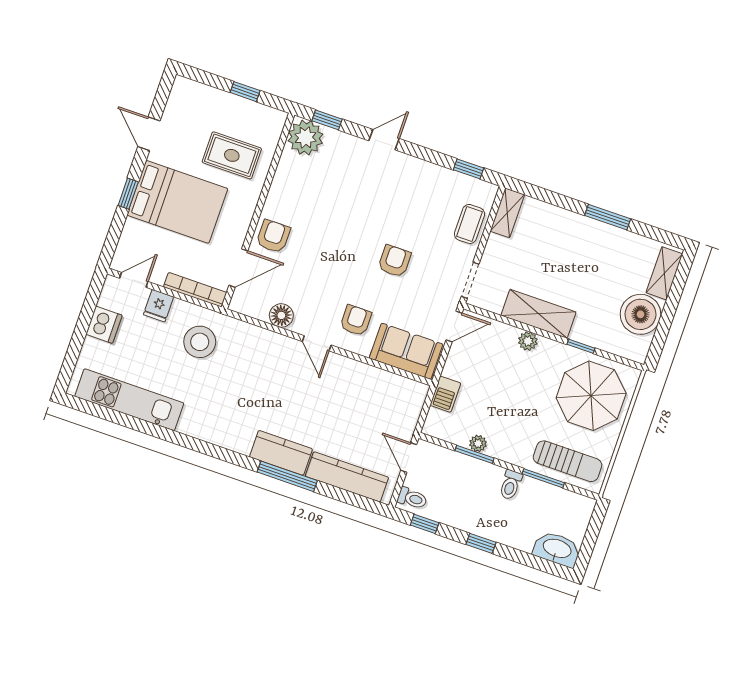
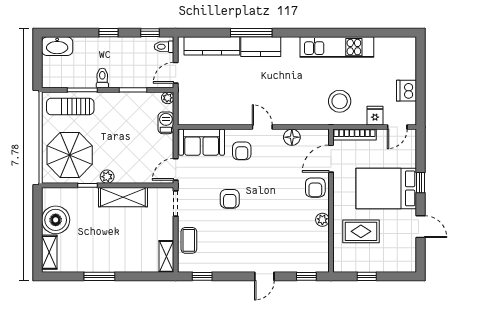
plant: (305, 138) -> (322, 220), moved, width x0.53, depth x0.53
plant: (528, 341) -> (107, 177), moved
kitchen unit: (129, 400) -> (337, 47), moved
plant: (478, 443) -> (168, 98), moved
door: (409, 458) -> (176, 73), swing flipped

